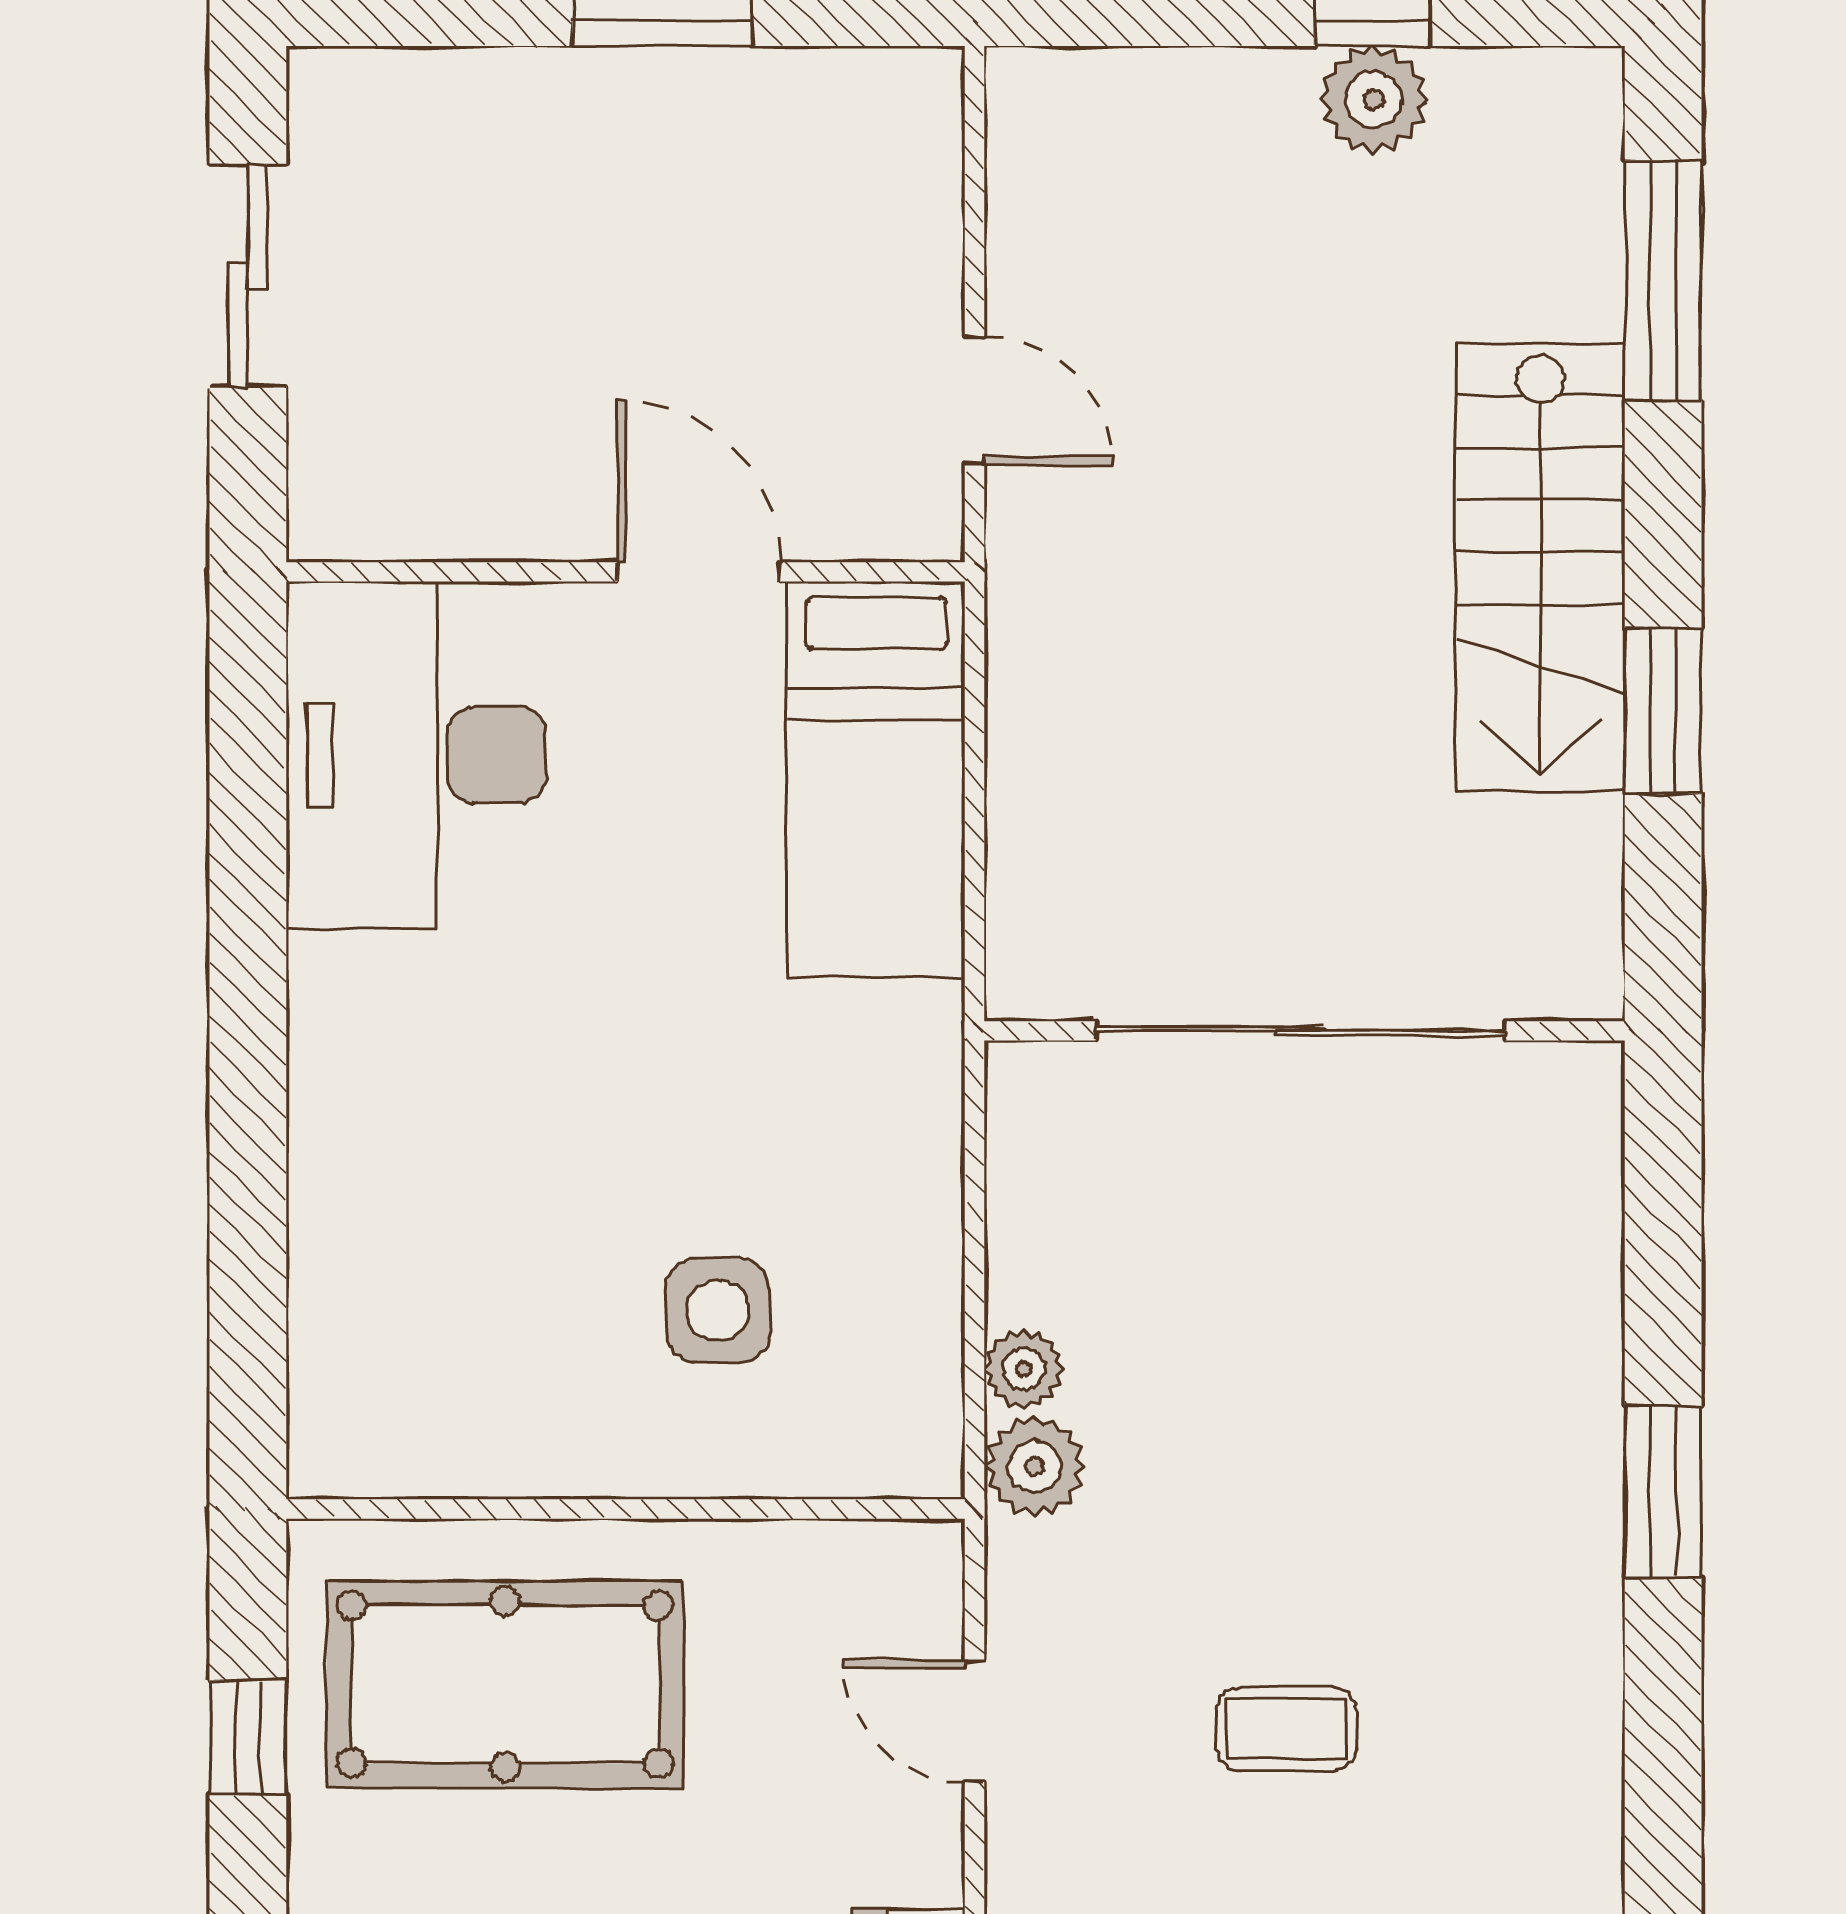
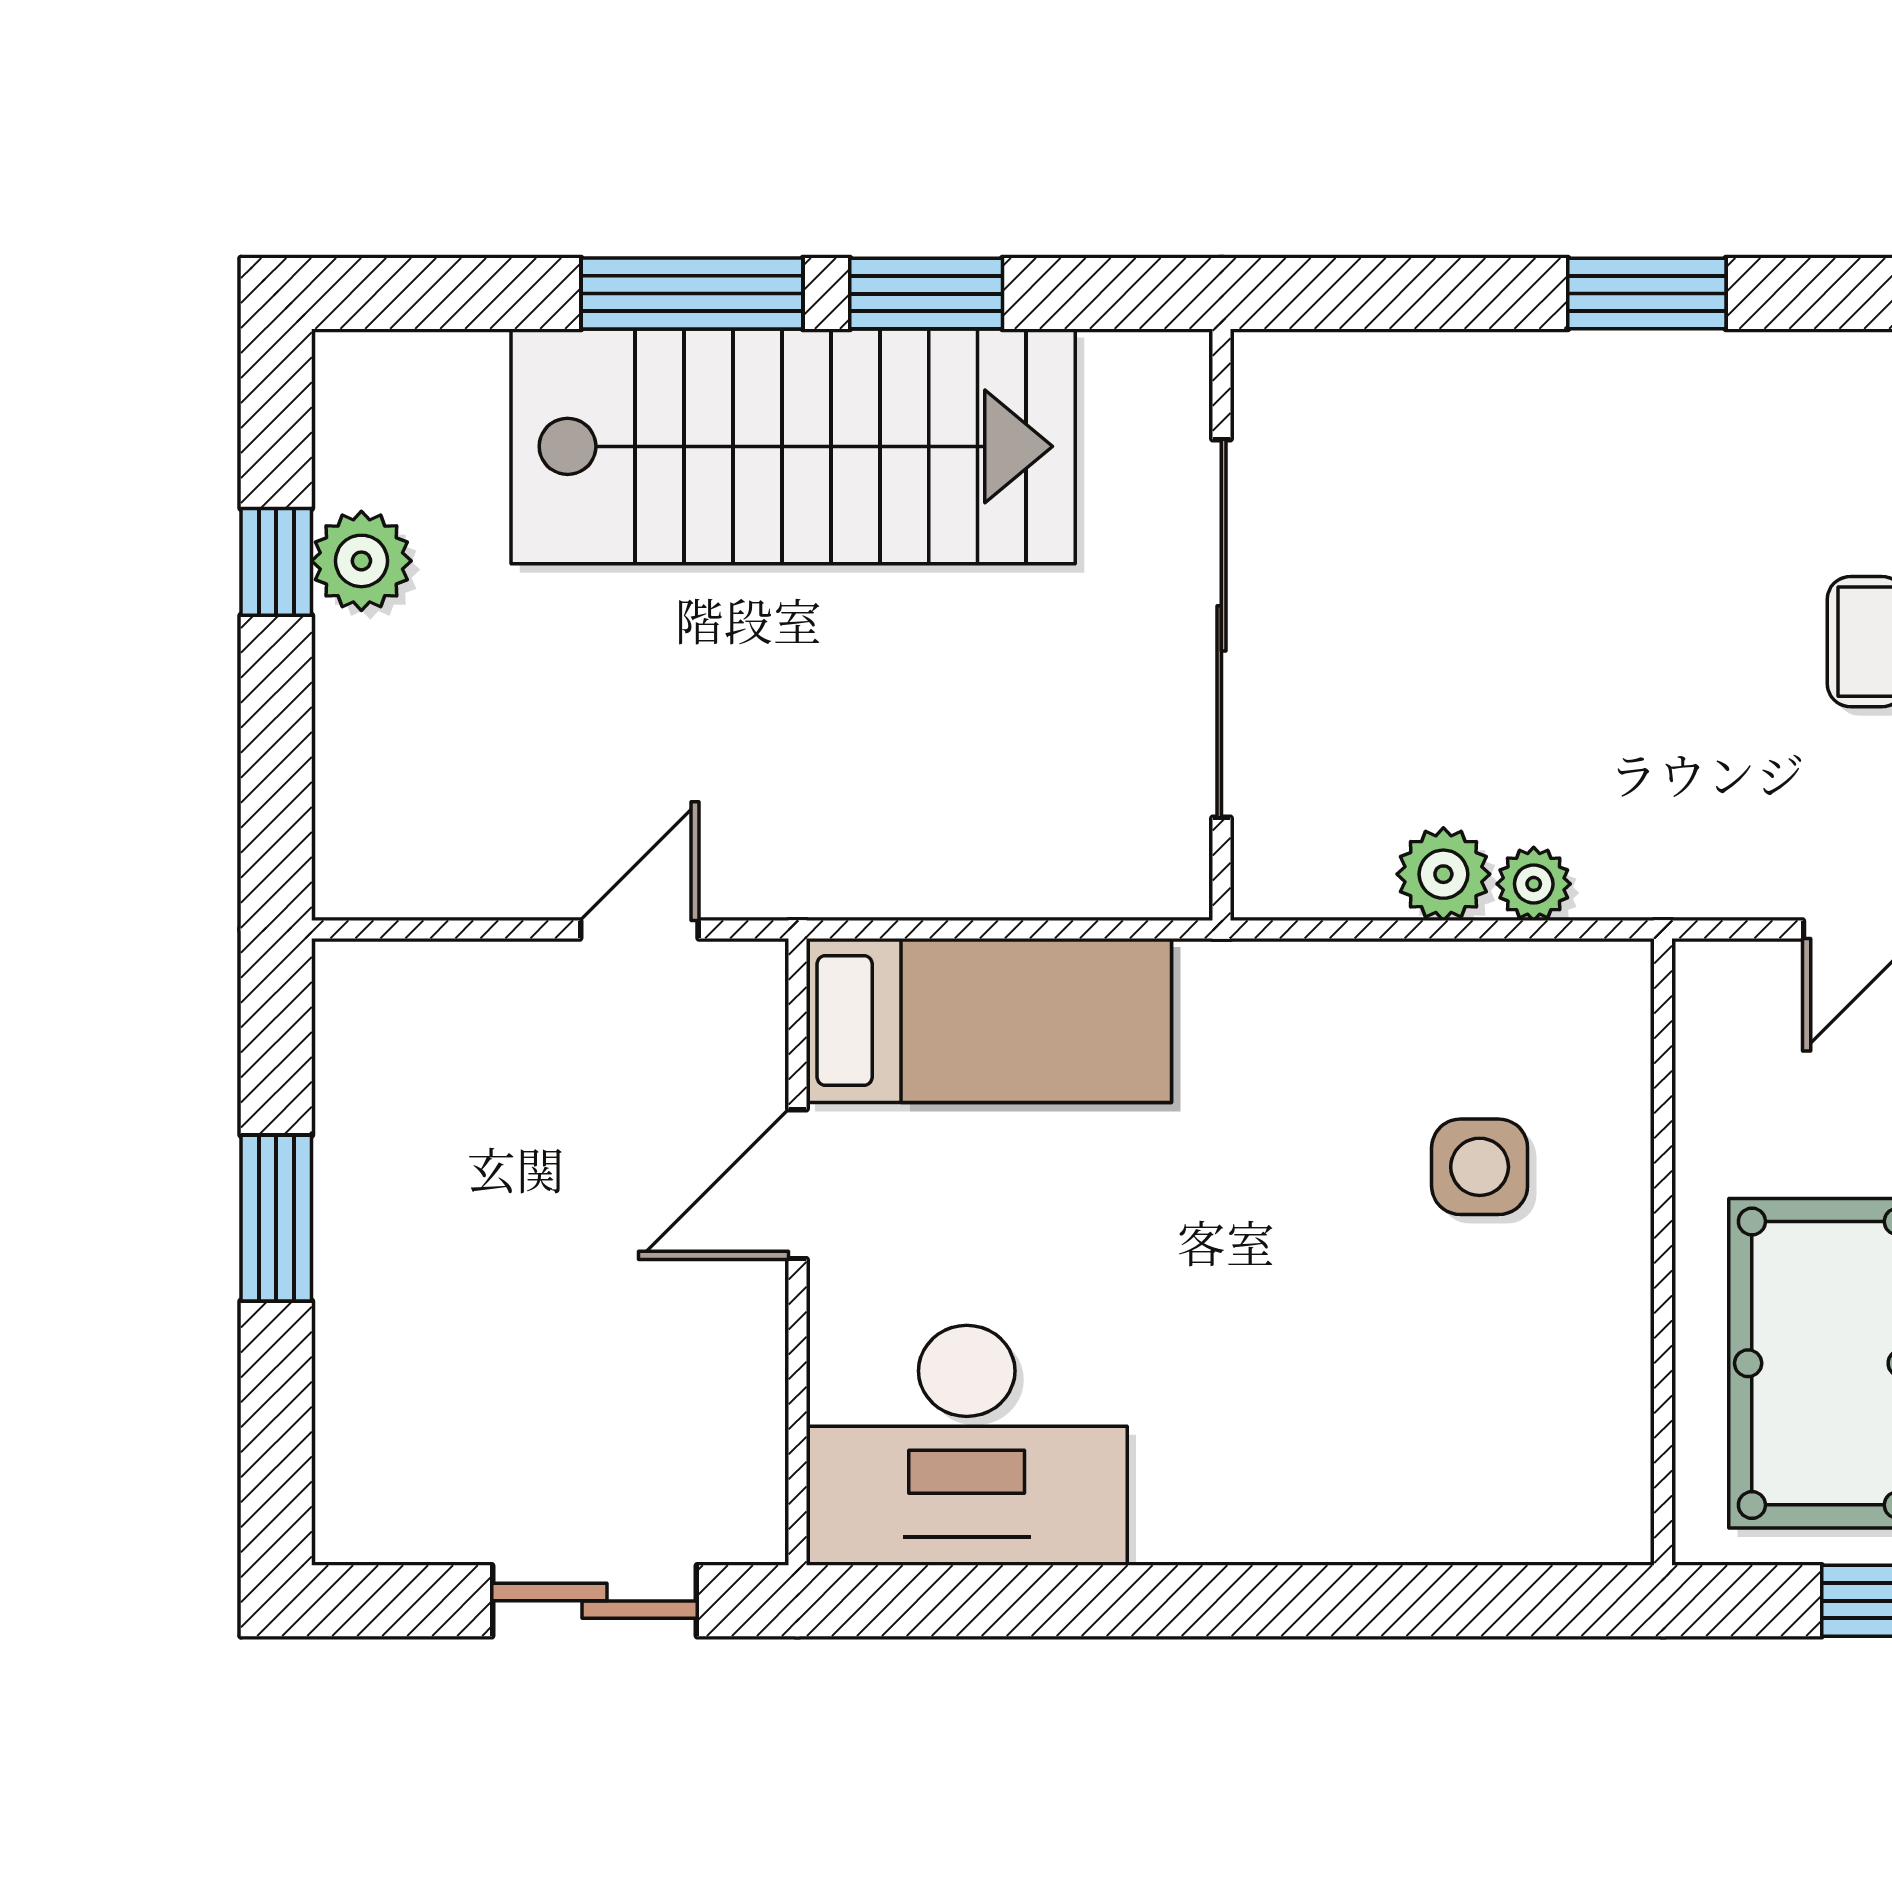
sliding door: (248, 275) -> (595, 1601), moved
window: (1663, 280) -> (692, 294), moved
stairs: (1540, 567) -> (793, 446), width x1.36, depth x1.51
plant: (1034, 1467) -> (1443, 874), moved

